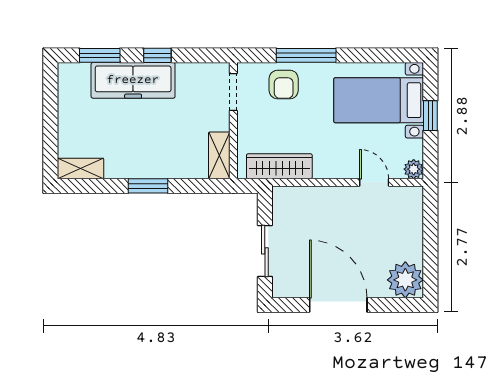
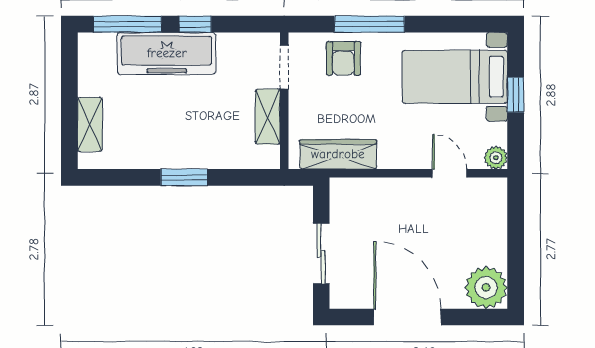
window: (100, 55) -> (127, 24), width x1.44
shelving: (219, 155) -> (268, 117), moved
shelving: (80, 169) -> (90, 124), moved, turned 90

